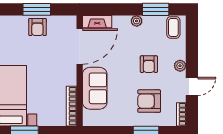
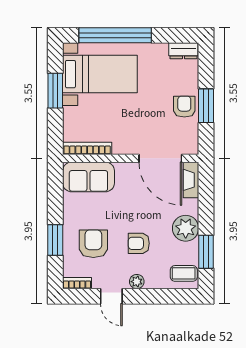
plant: (137, 21) -> (186, 228), width x1.88, depth x1.88
armchair: (37, 27) -> (184, 107), turned 90
sofa: (95, 88) -> (88, 177), moved

